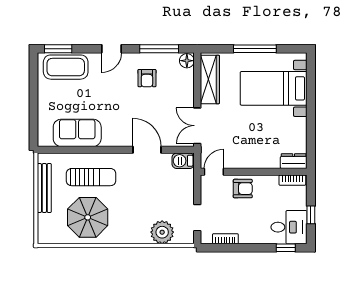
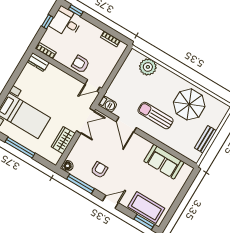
wardrobe: (210, 79) -> (63, 140), width x0.67
sun lounger: (91, 177) -> (155, 116), moved
bench: (44, 188) -> (205, 139), width x0.73
doorway: (197, 218) -> (120, 63), removed

